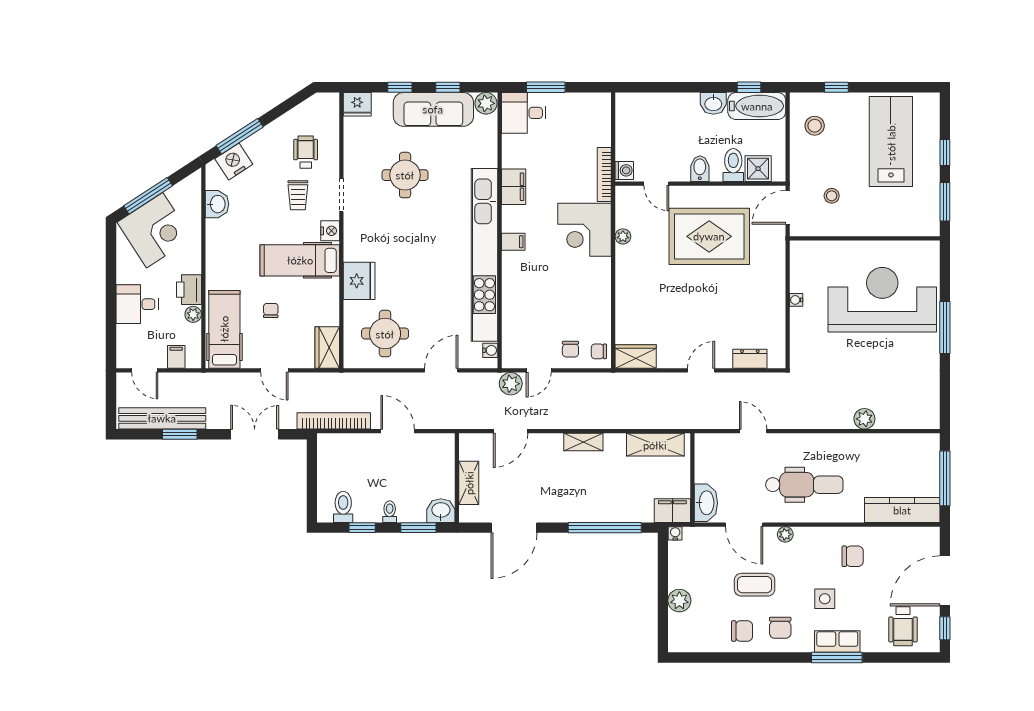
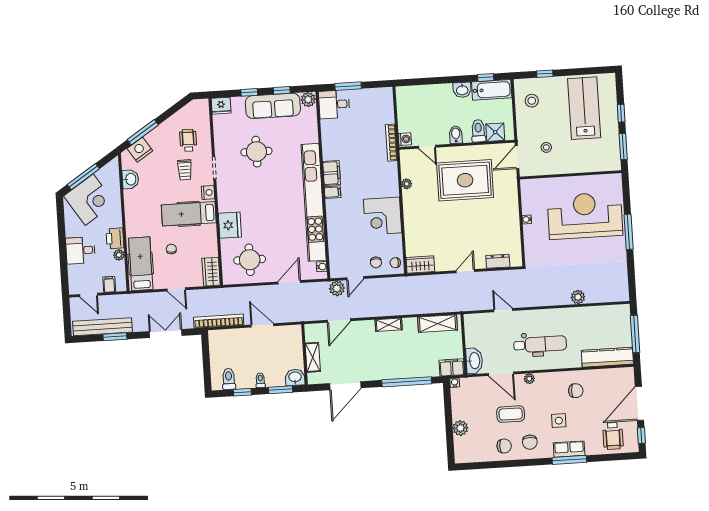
filing cabinet: (514, 187) -> (332, 173), moved
corner desk: (585, 230) -> (383, 216), moved

